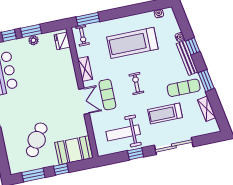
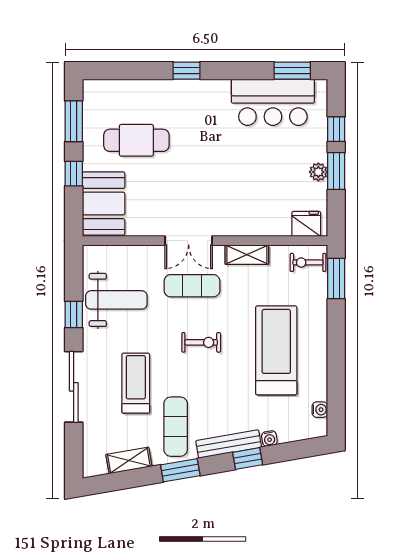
weight bench: (123, 133) -> (116, 300), turned 90
cafe table: (37, 140) -> (136, 140), turned -32

